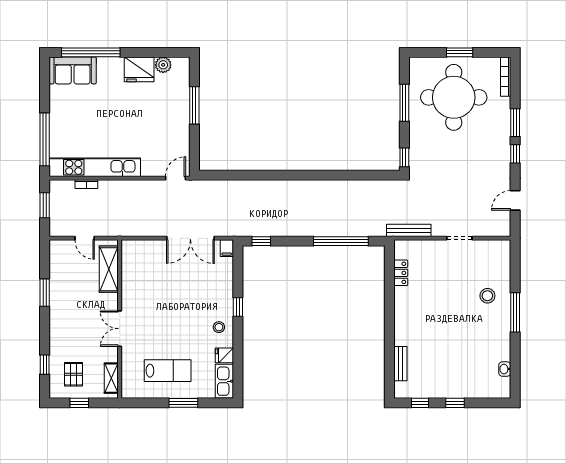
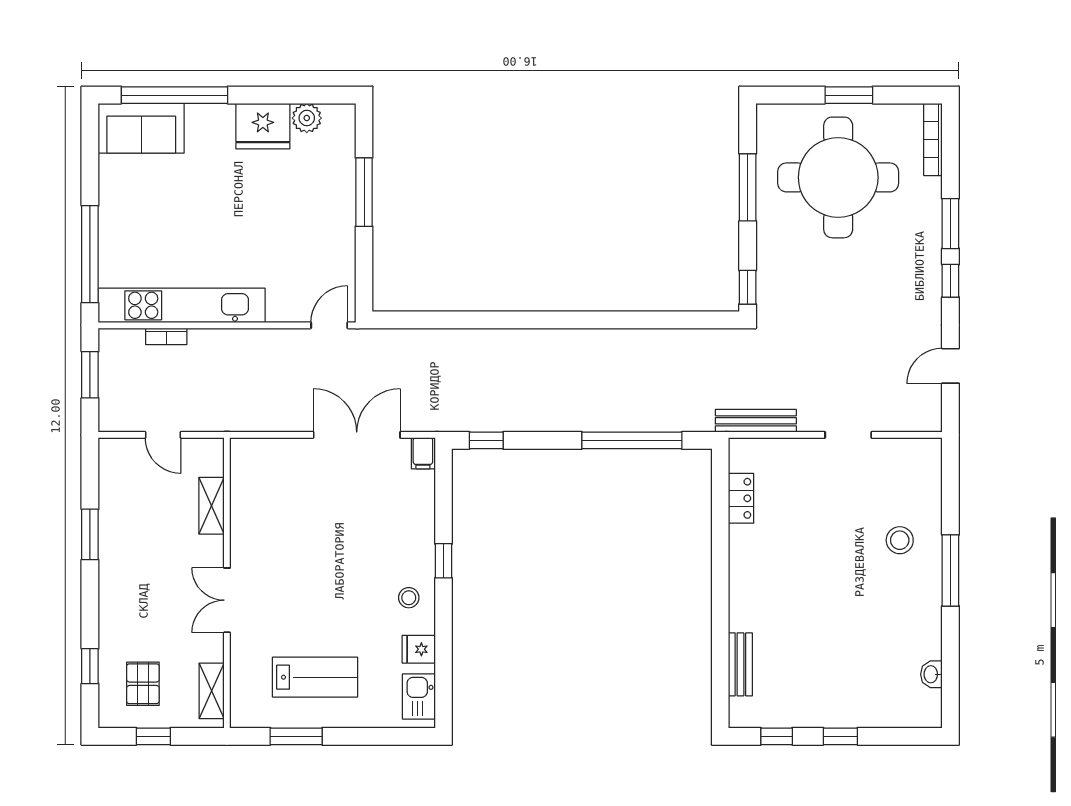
double door: (190, 238) -> (357, 435), swing flipped
shelving: (109, 269) -> (212, 506), width x0.67, depth x0.75
kitchen sink: (224, 381) -> (419, 696), width x0.73
window: (183, 403) -> (296, 736), moved

